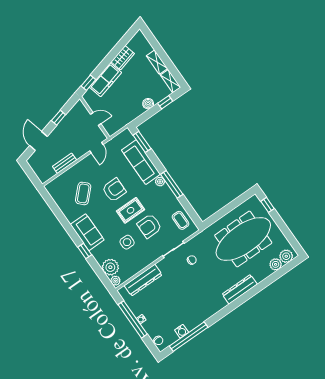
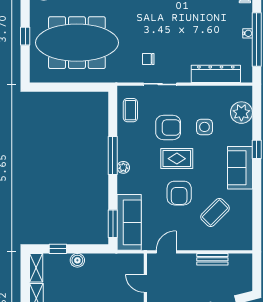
sofa: (141, 162) -> (129, 222), moved
armchair: (114, 190) -> (179, 193), turned -90
window: (267, 205) -> (25, 36), moved
plant: (115, 281) -> (246, 94), removed

